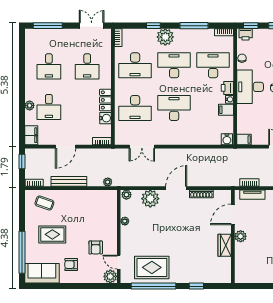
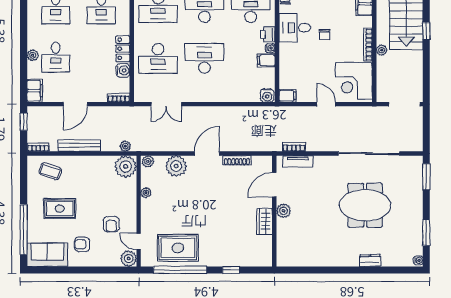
desk: (250, 87) -> (295, 28), width x0.73
plant: (108, 199) -> (126, 167), added

